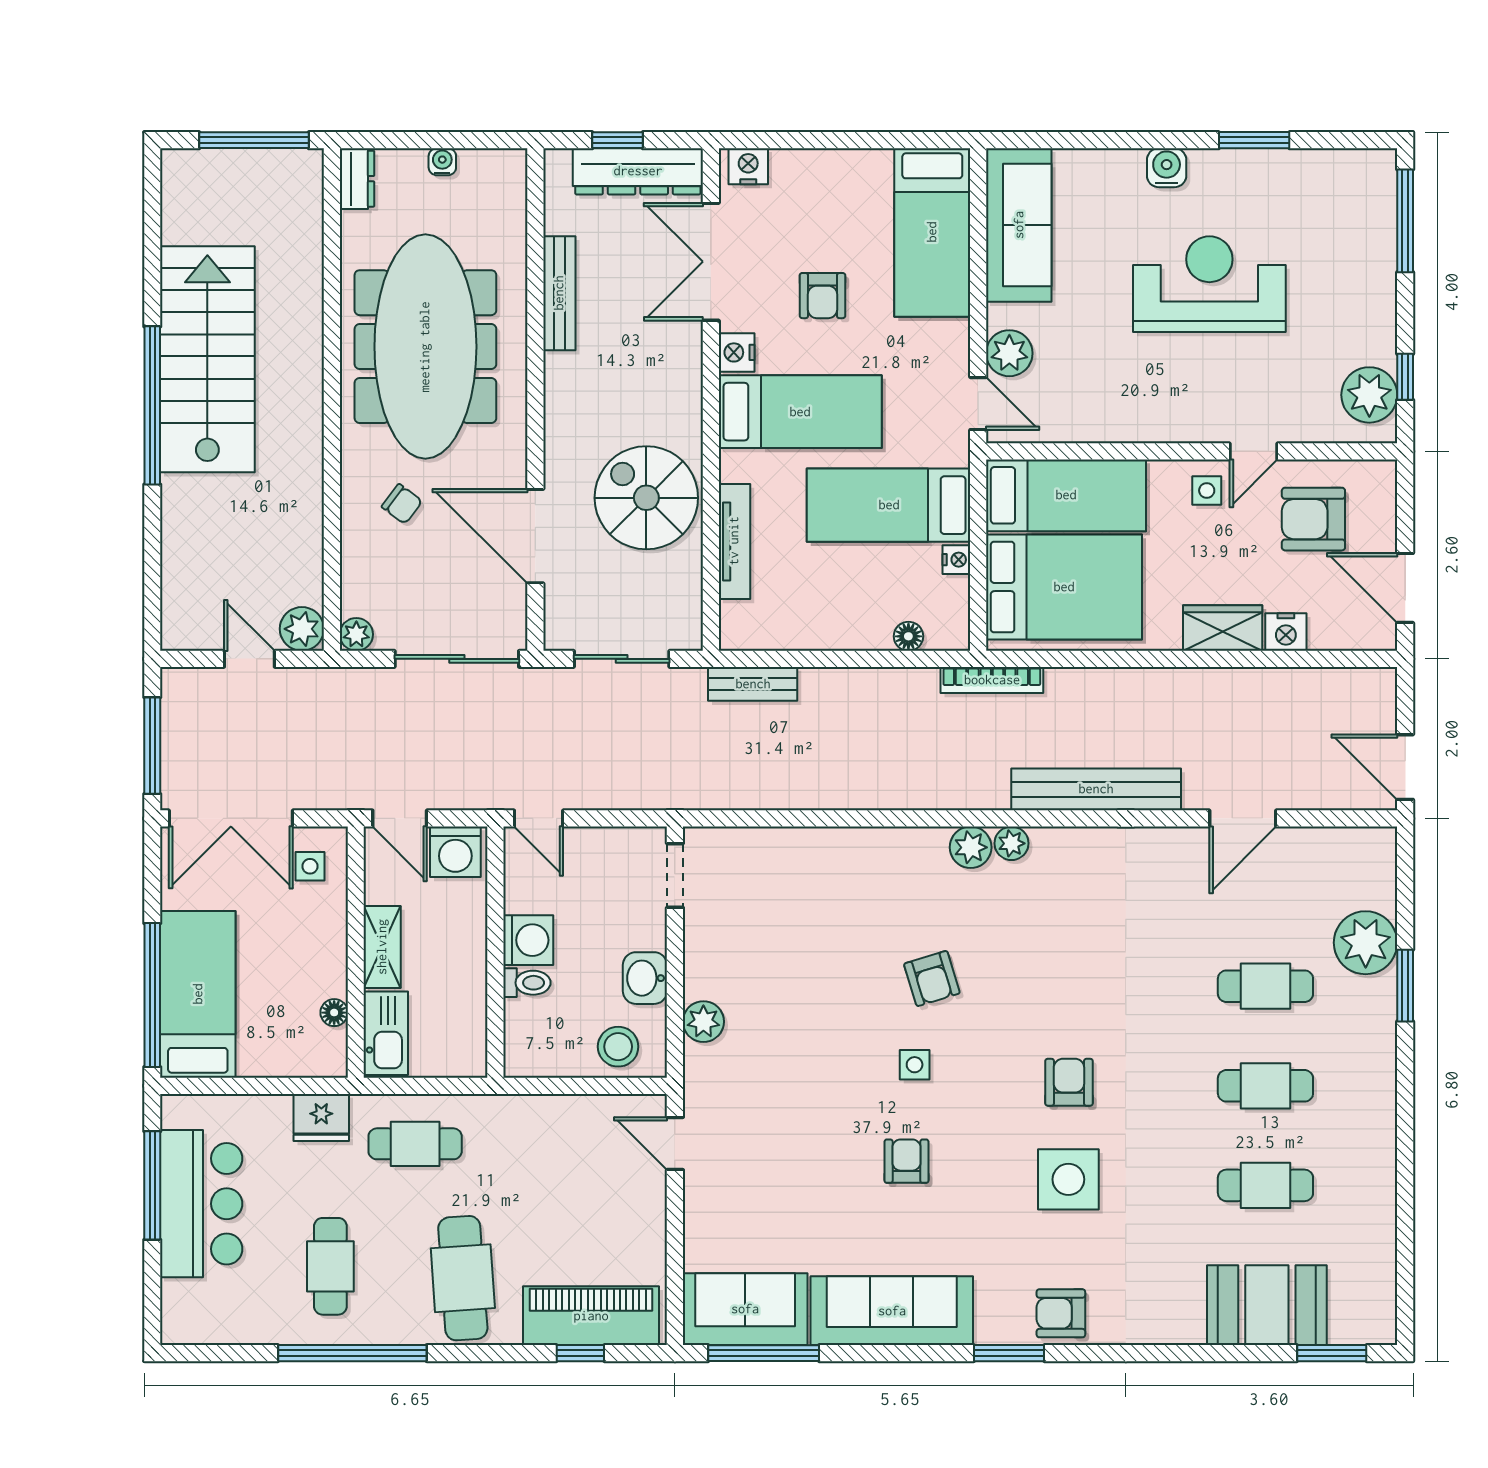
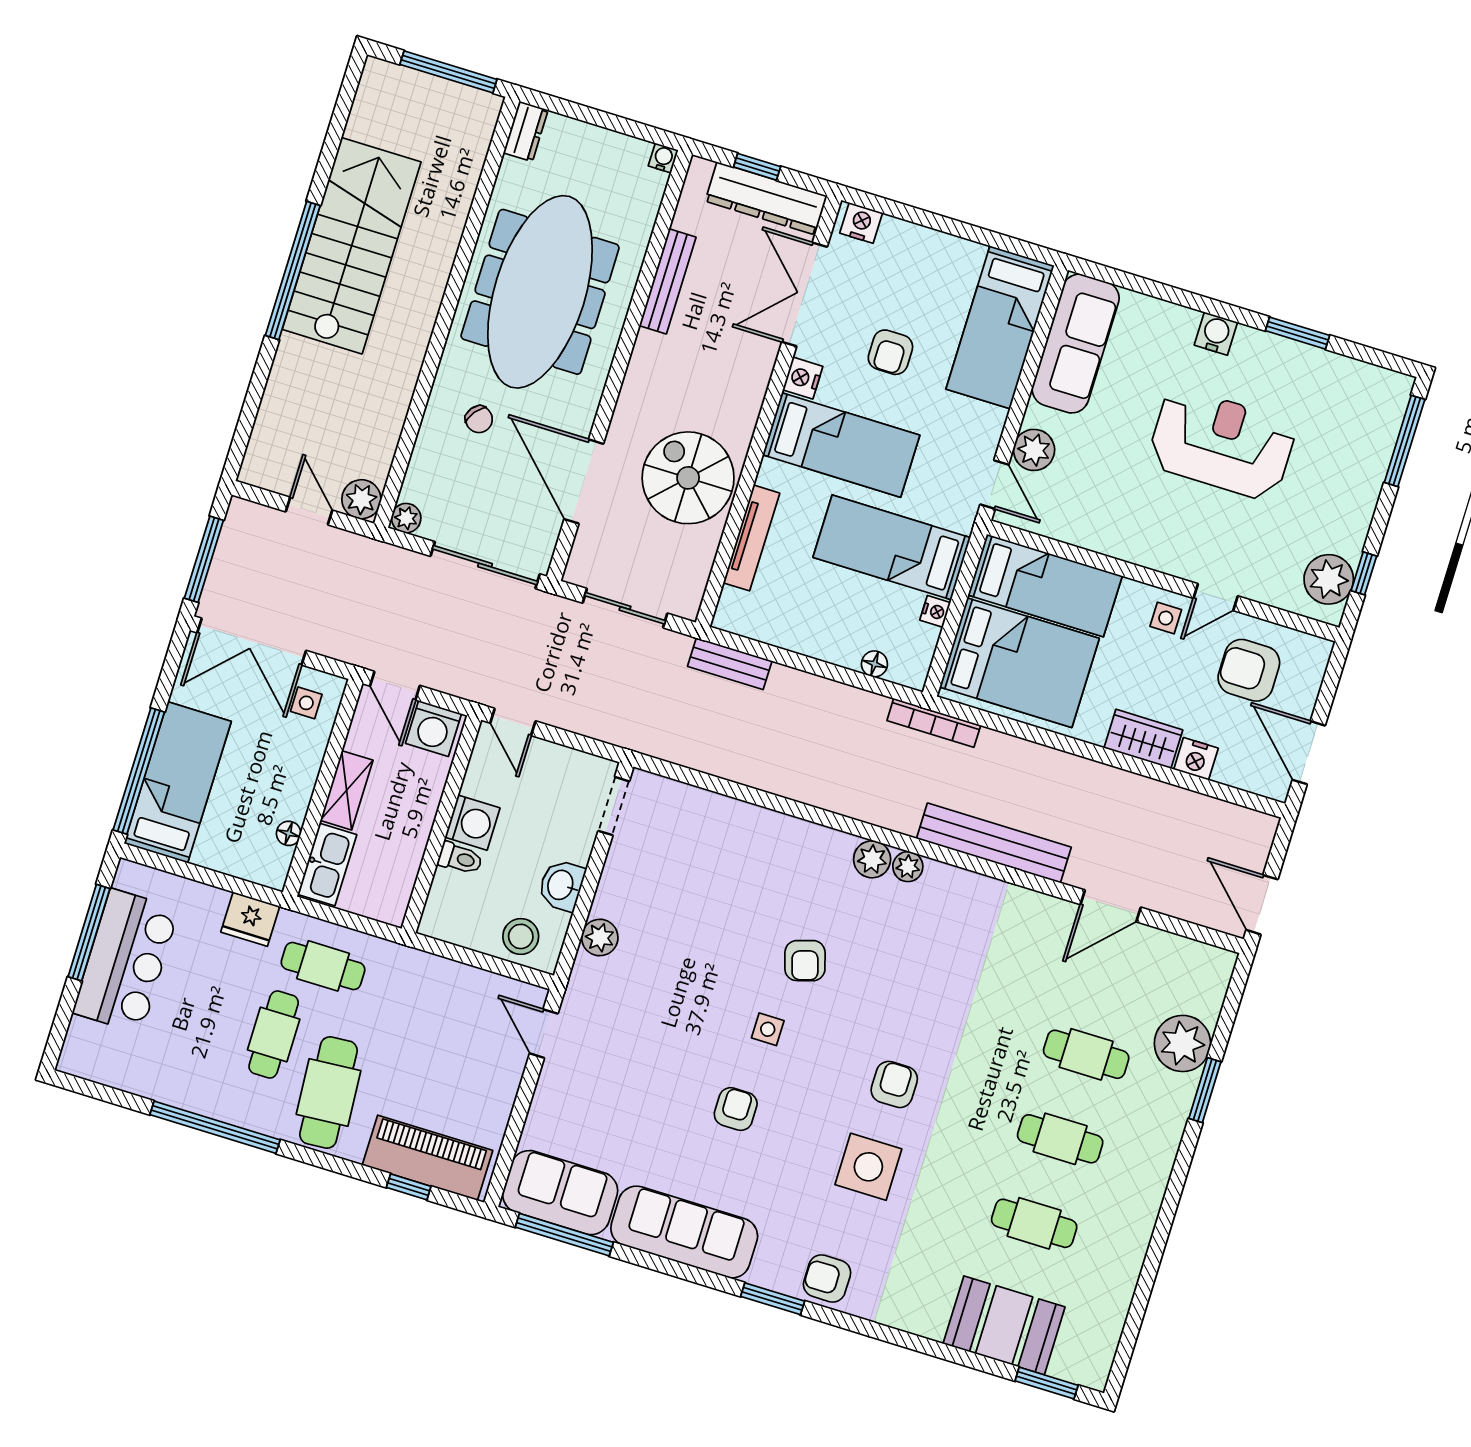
water cooler: (442, 162) -> (663, 158), moved
cafe table: (330, 1266) -> (274, 1035), moved

